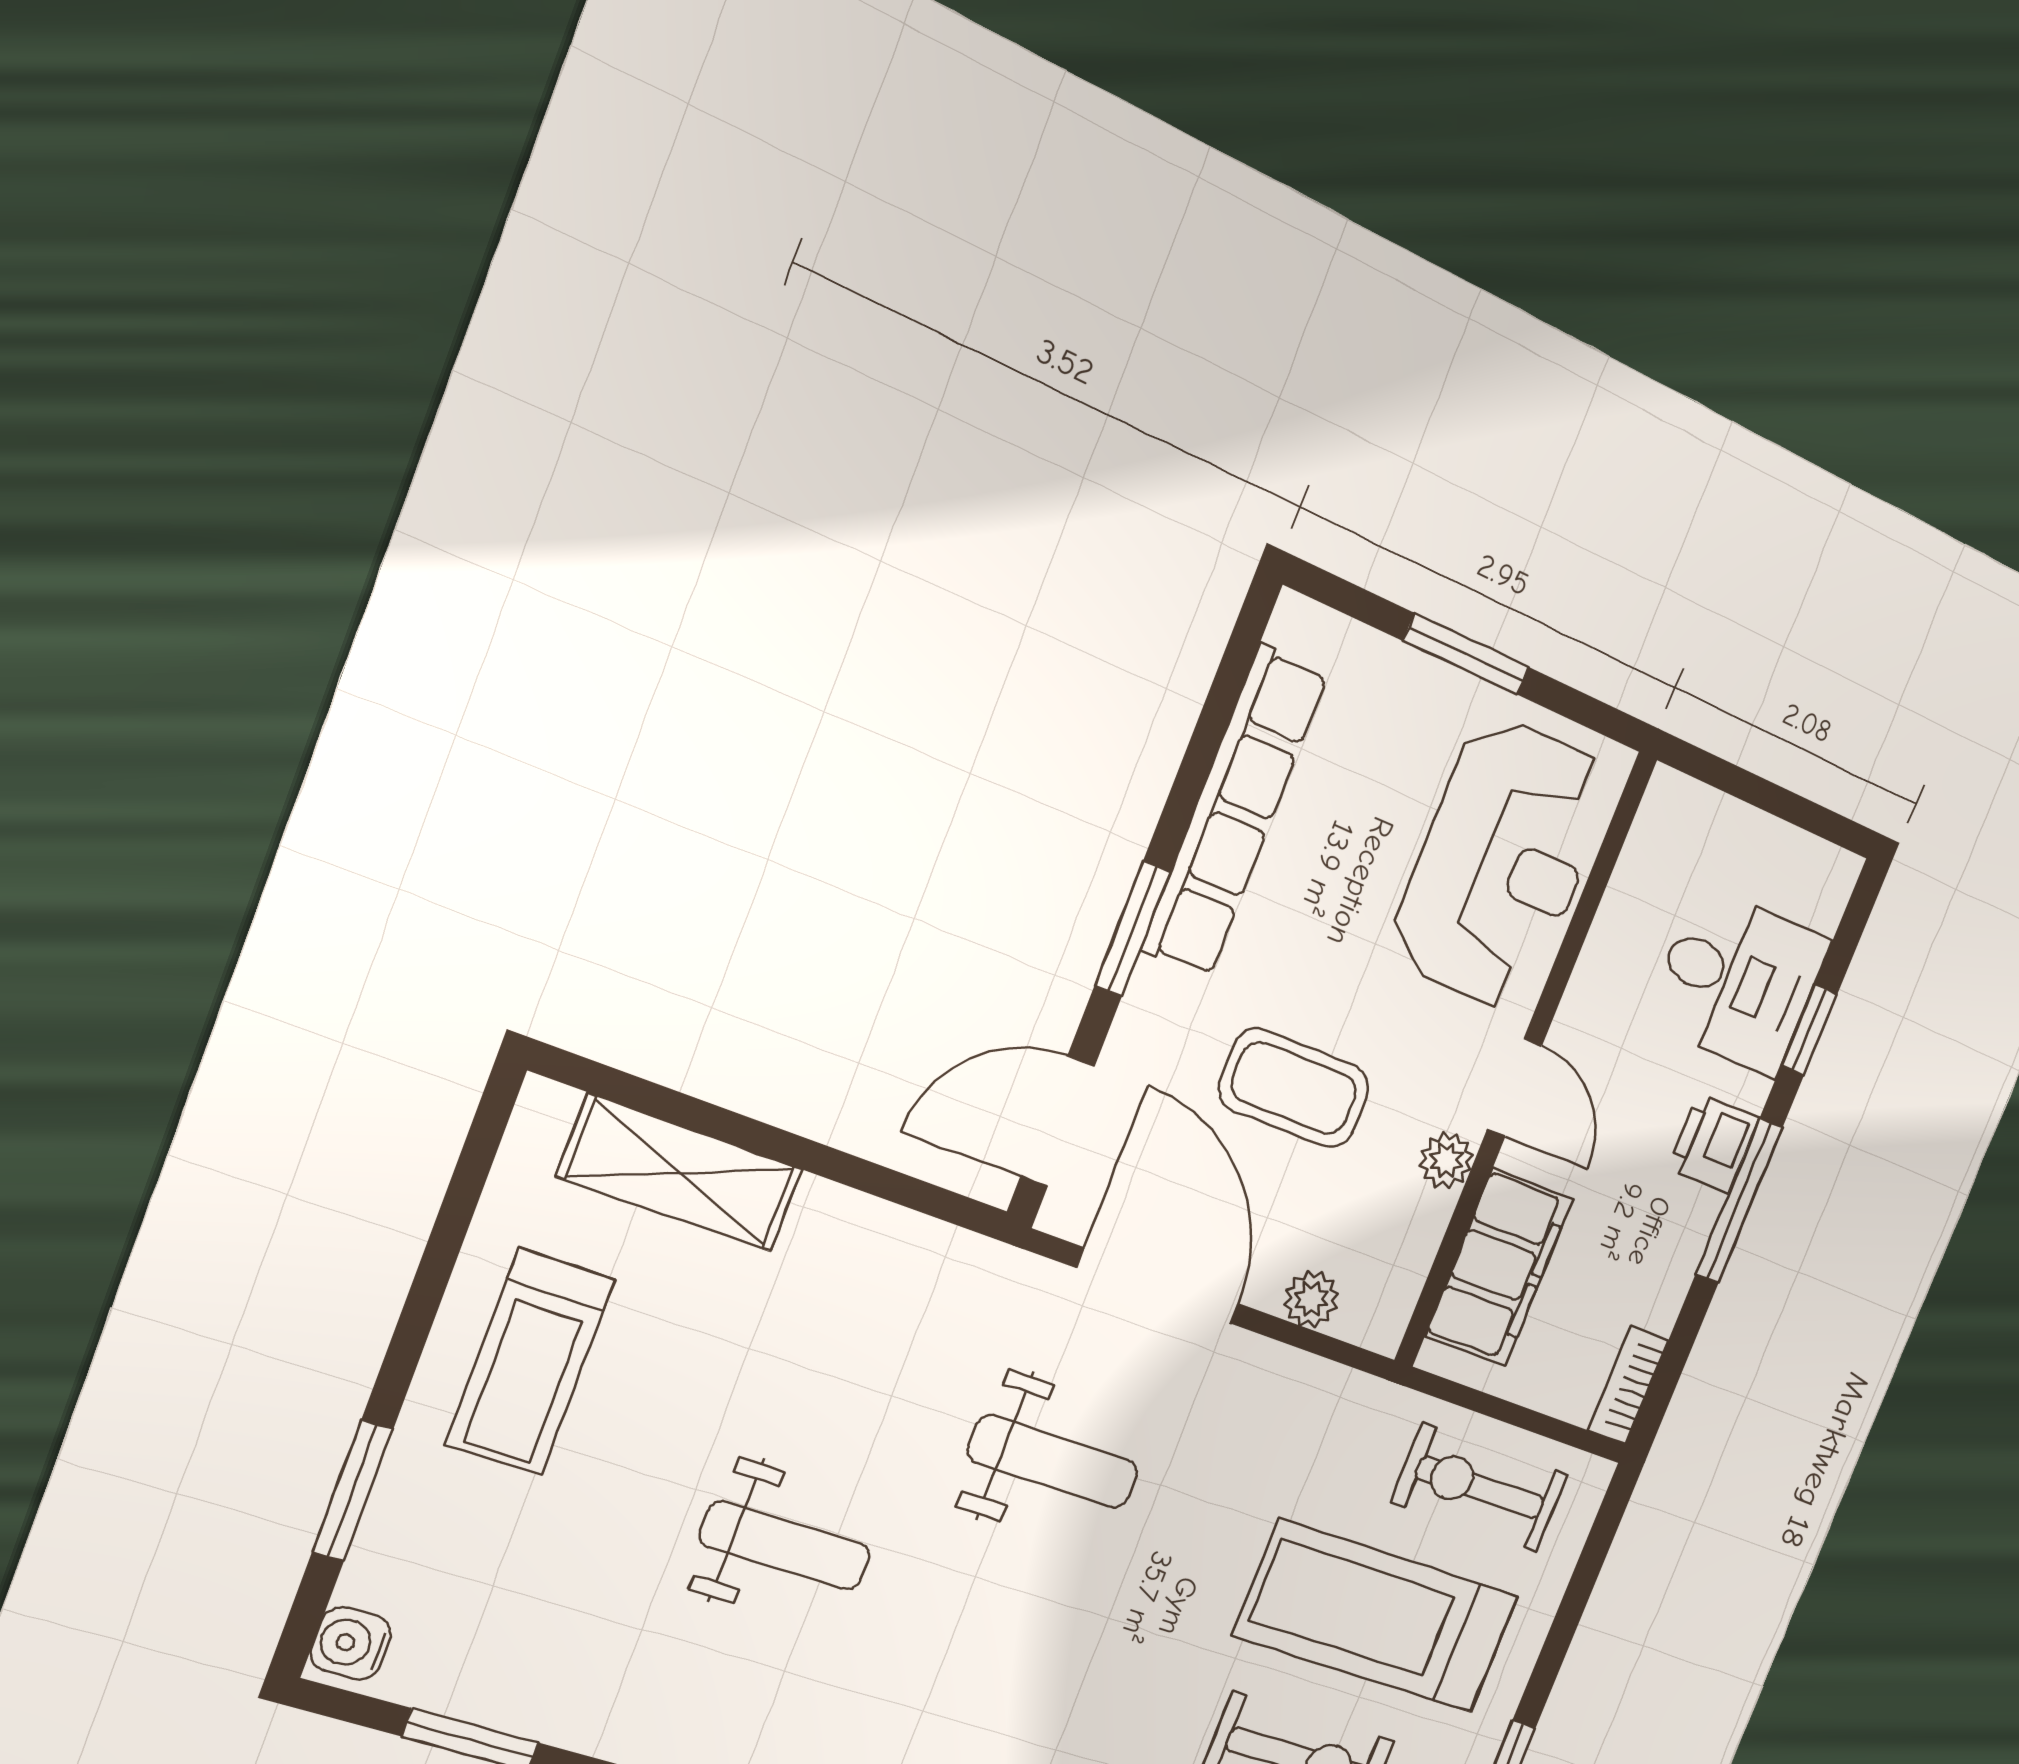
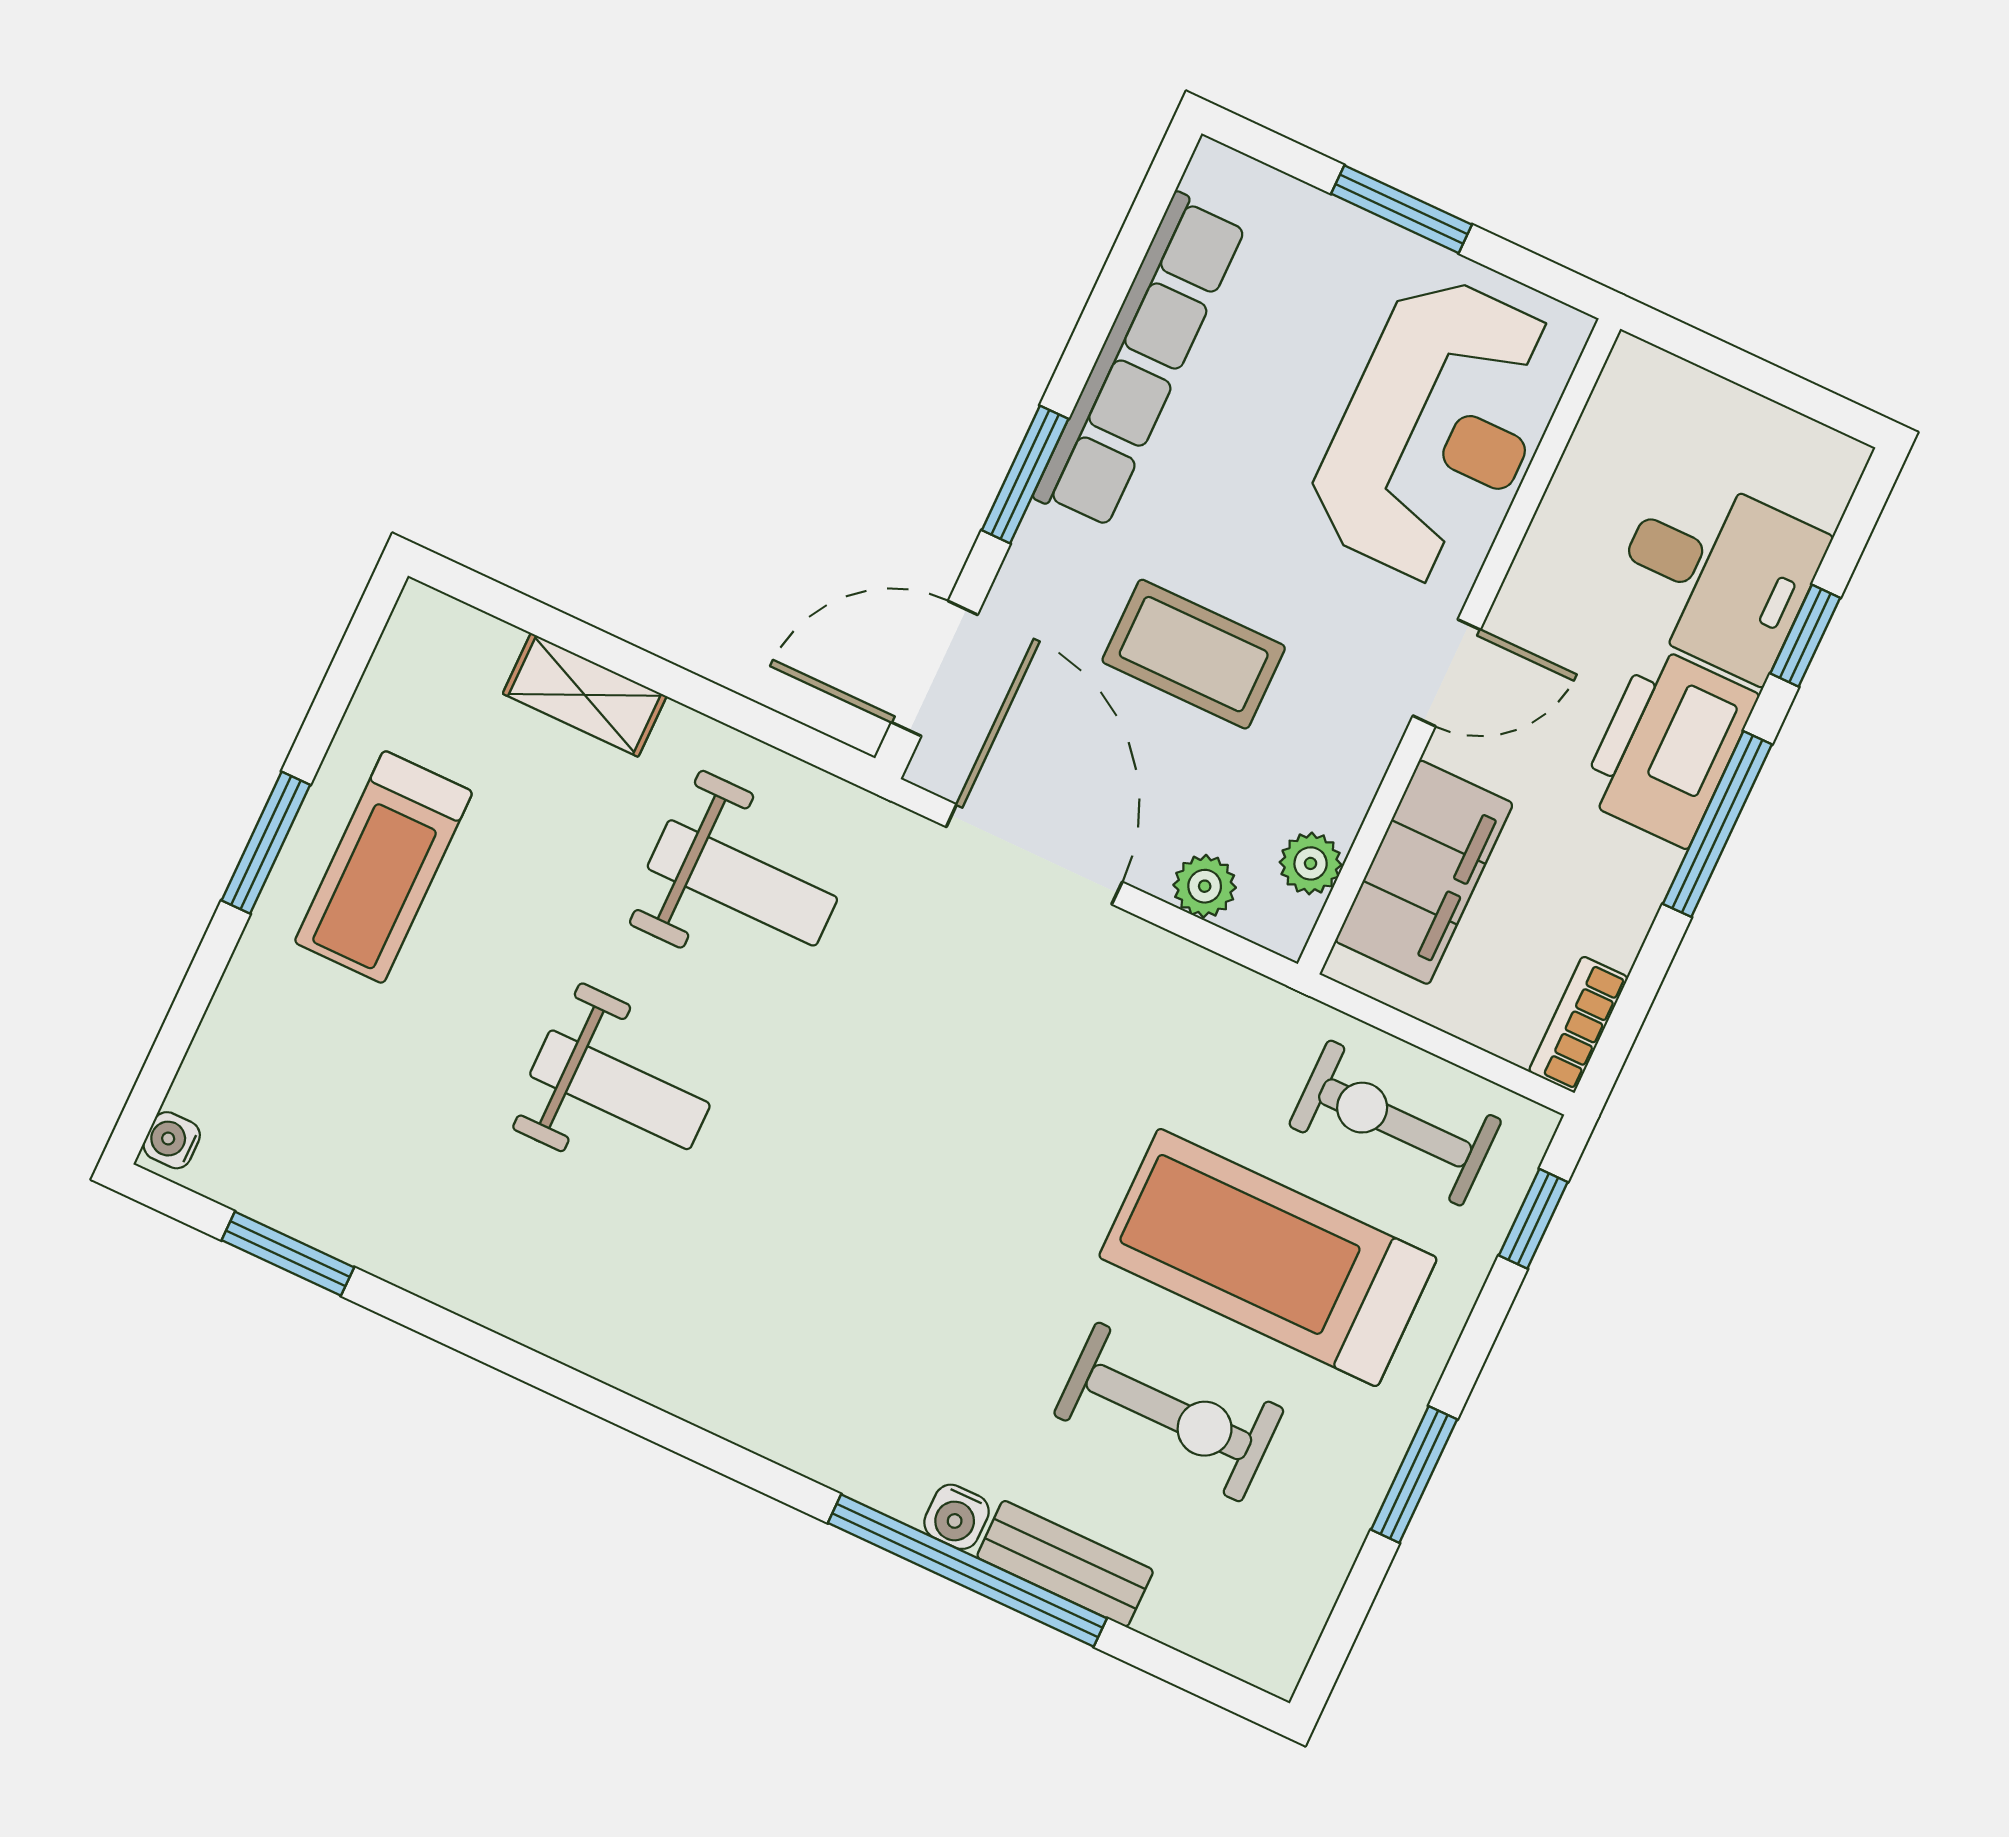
door: (1515, 1087) -> (1447, 673), hinge flipped
printer: (1714, 1143) -> (1668, 746), width x1.87, depth x1.48
plant: (1446, 1160) -> (1311, 863), moved
shelving: (680, 1173) -> (585, 695), width x0.67, depth x0.75
weight bench: (1053, 1462) -> (742, 883), moved
window: (353, 1491) -> (266, 843), moved
window: (1594, 1554) -> (1533, 1219), added
water cooler: (351, 1644) -> (172, 1140), width x0.72, depth x0.72

